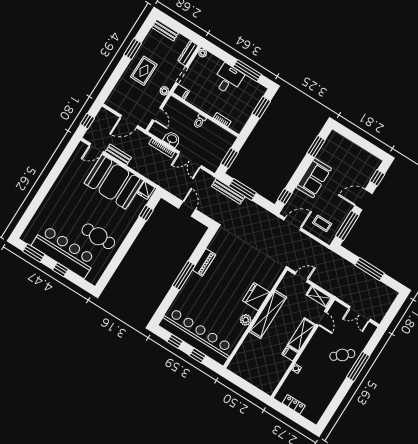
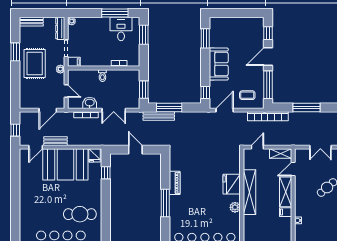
rug: (144, 71) -> (35, 63), width x1.36, depth x1.43
desk: (228, 79) -> (121, 29), moved
bookcase: (329, 255) -> (268, 116), added
door: (322, 318) -> (293, 169), swing flipped

